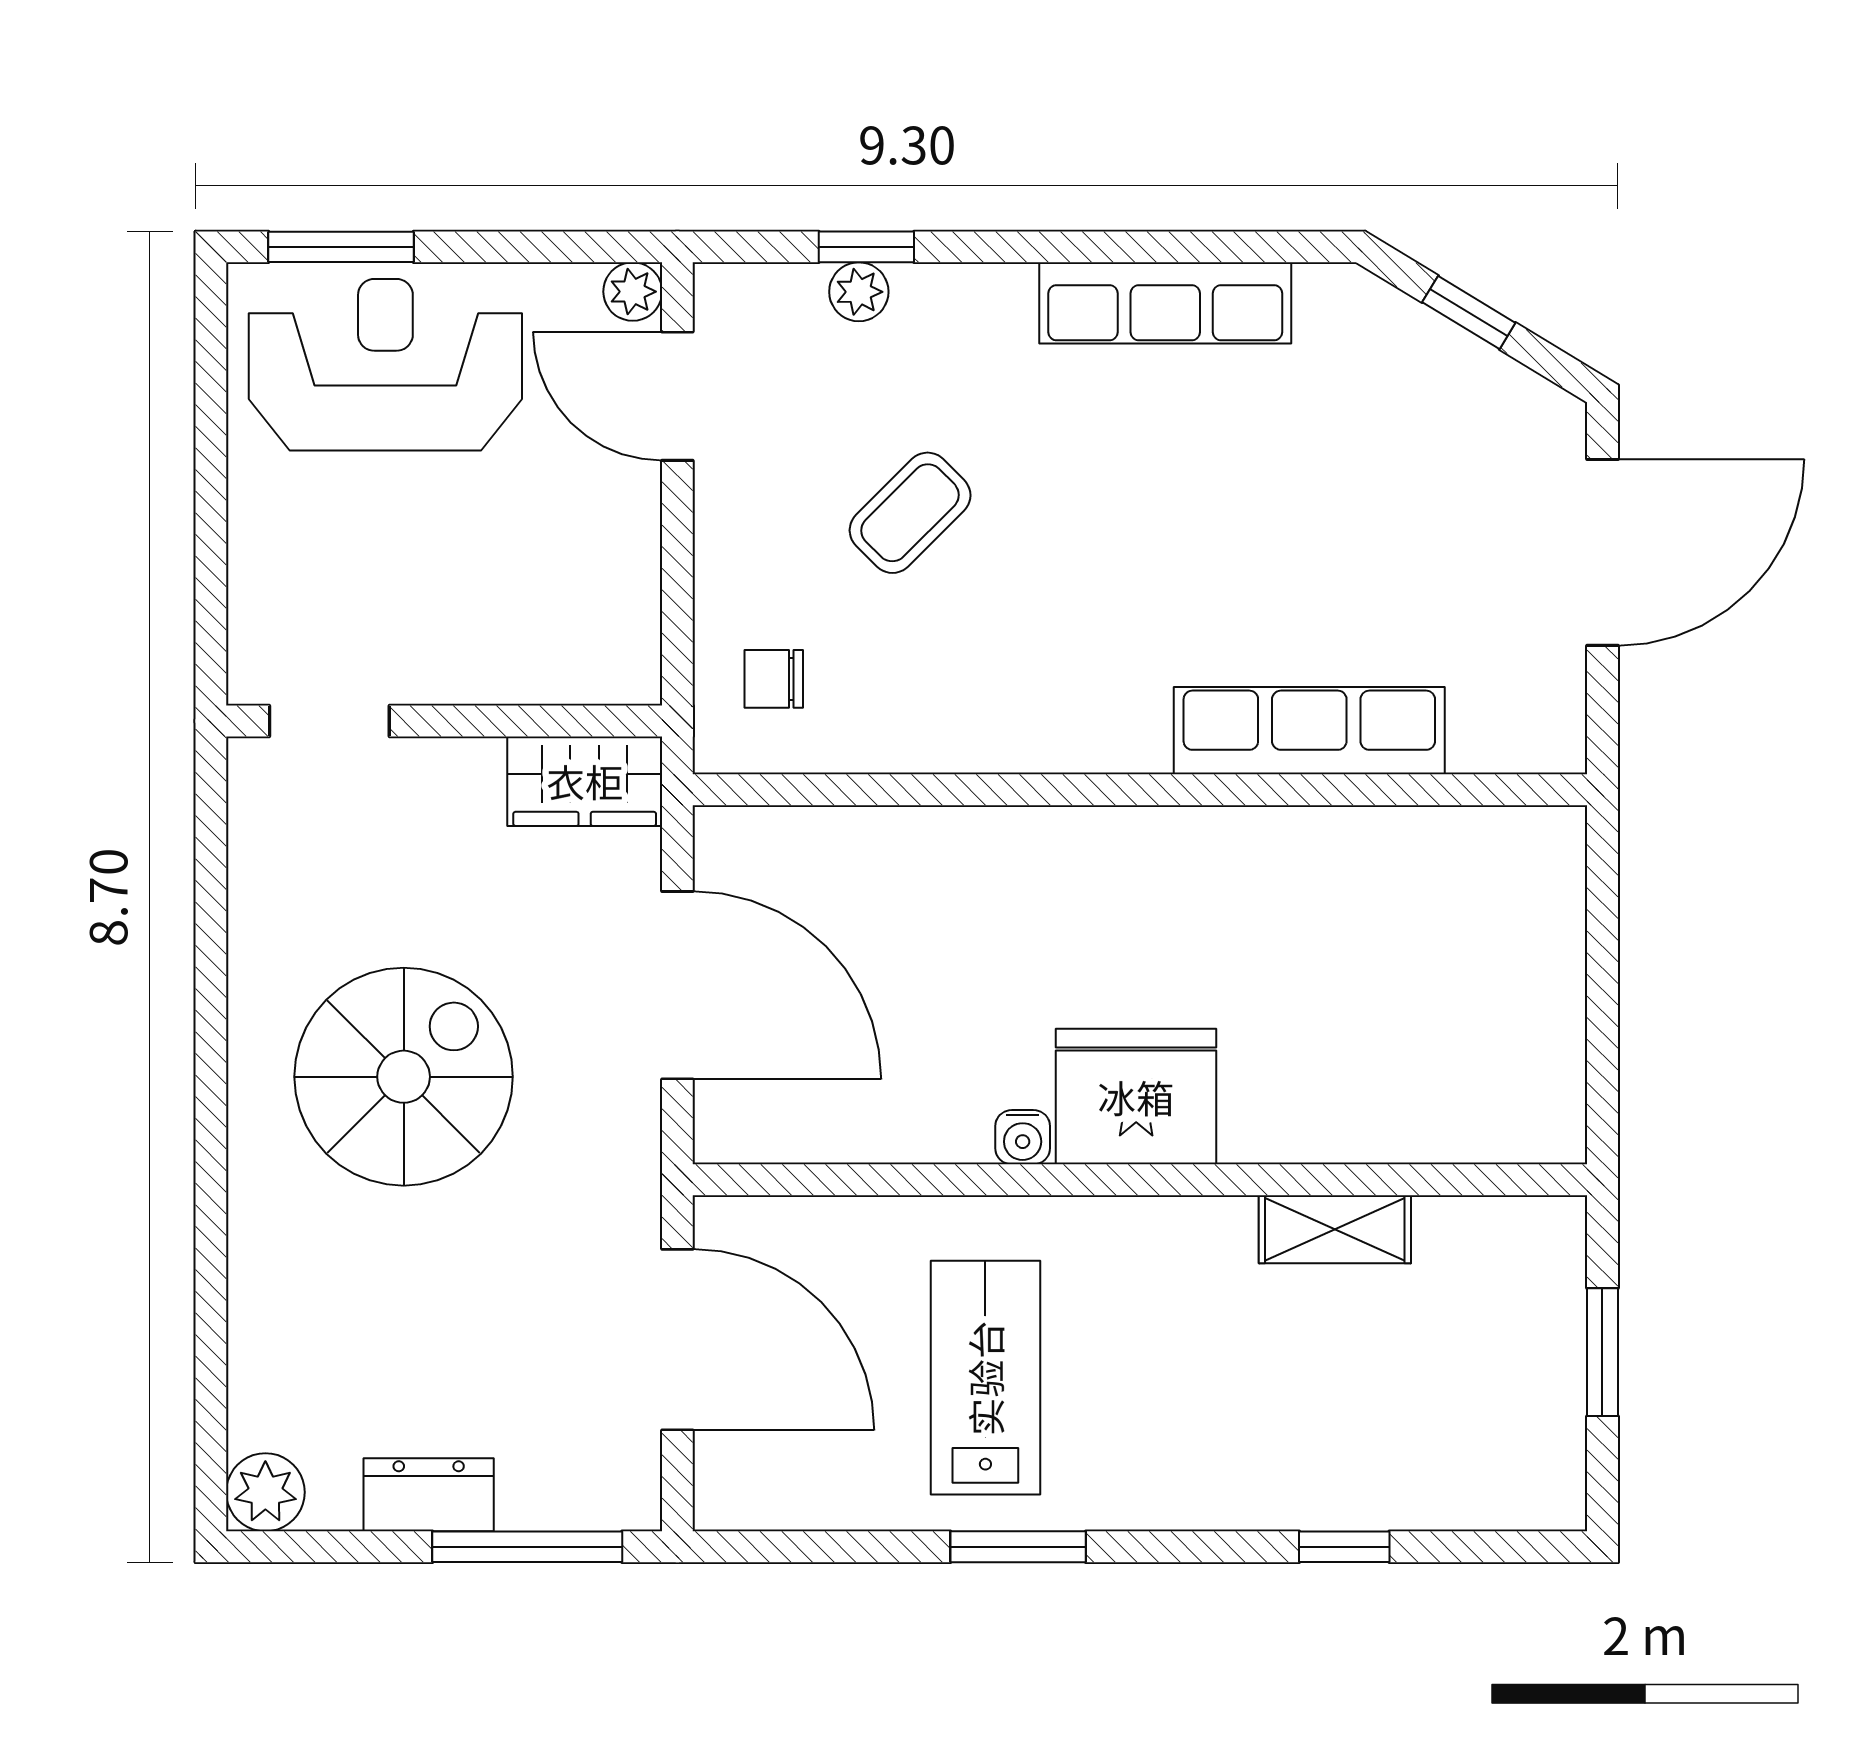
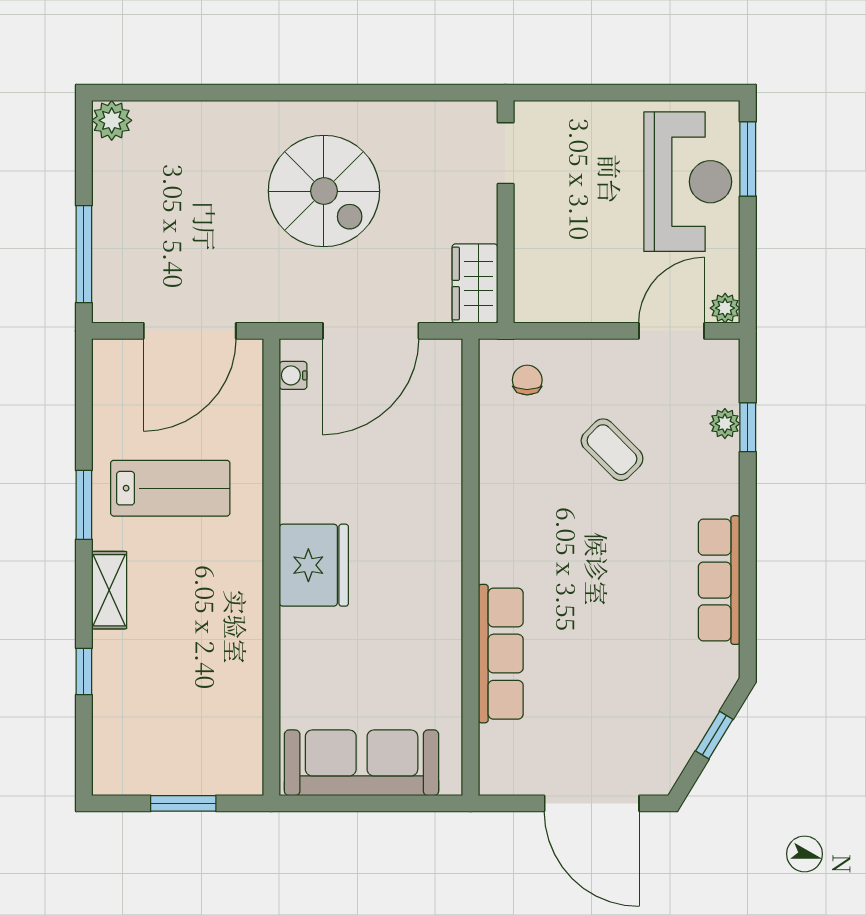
sofa: (1523, 1003) -> (362, 763), added
water cooler: (1023, 1137) -> (293, 375), moved
shelving: (1335, 1229) -> (109, 590), moved
dresser: (429, 1495) -> (110, 204), removed

